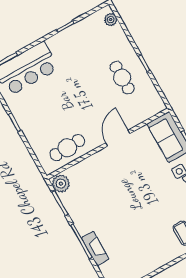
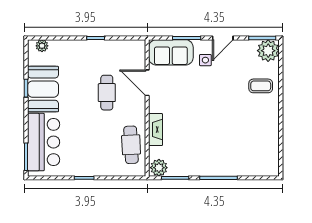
booth: (73, 42) -> (43, 89), added
cafe table: (122, 78) -> (107, 93), moved, turned 90
door: (118, 138) -> (147, 83), moved
fireplace: (95, 248) -> (156, 130), moved, turned 90

